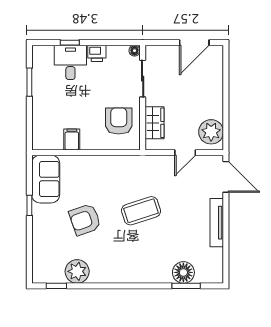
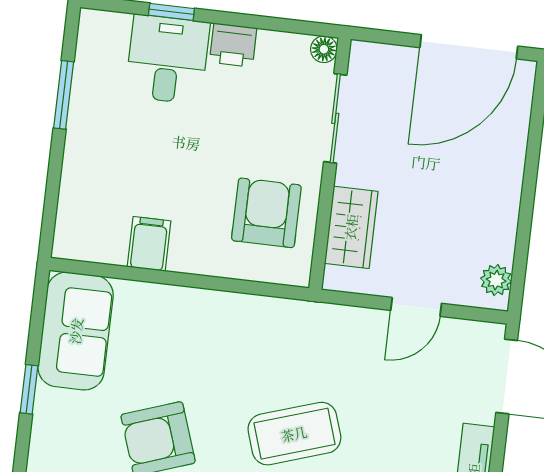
door: (194, 43) -> (469, 47), width x1.36
plant: (211, 132) -> (496, 280), width x0.53, depth x0.53

